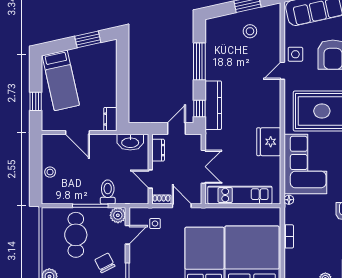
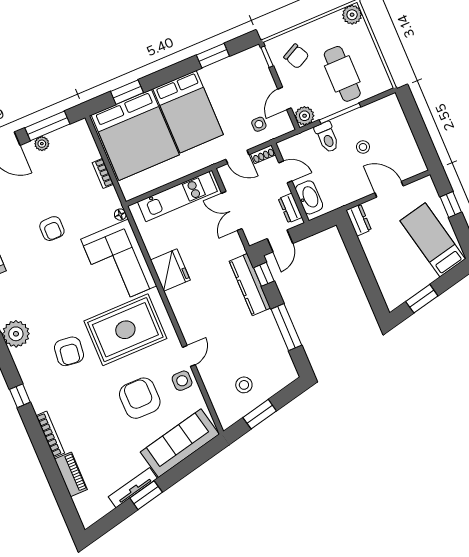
washbasin: (130, 142) -> (309, 197), moved, turned 90
stool: (50, 172) -> (363, 147), moved

